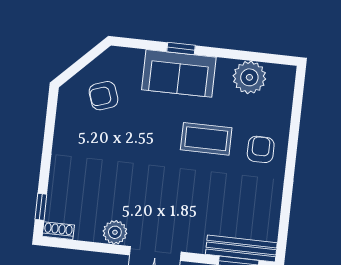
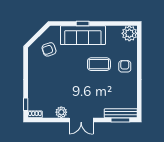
sofa: (179, 73) -> (83, 35), width x1.36
plant: (249, 77) -> (129, 33), moved

